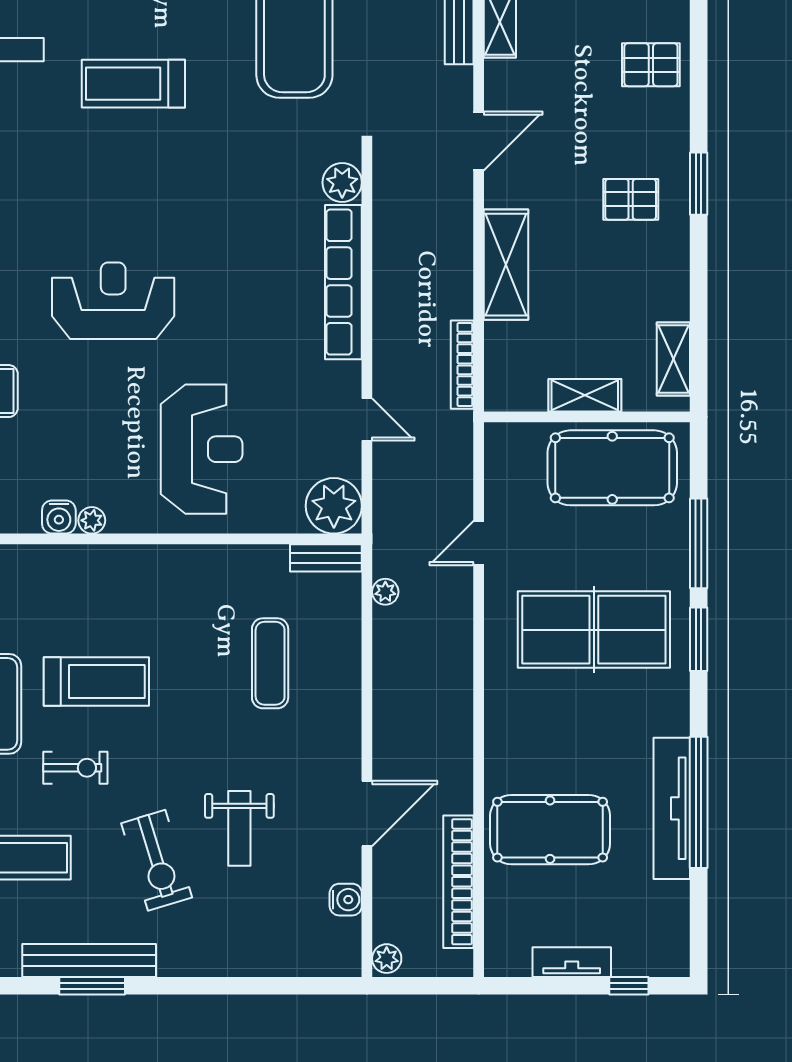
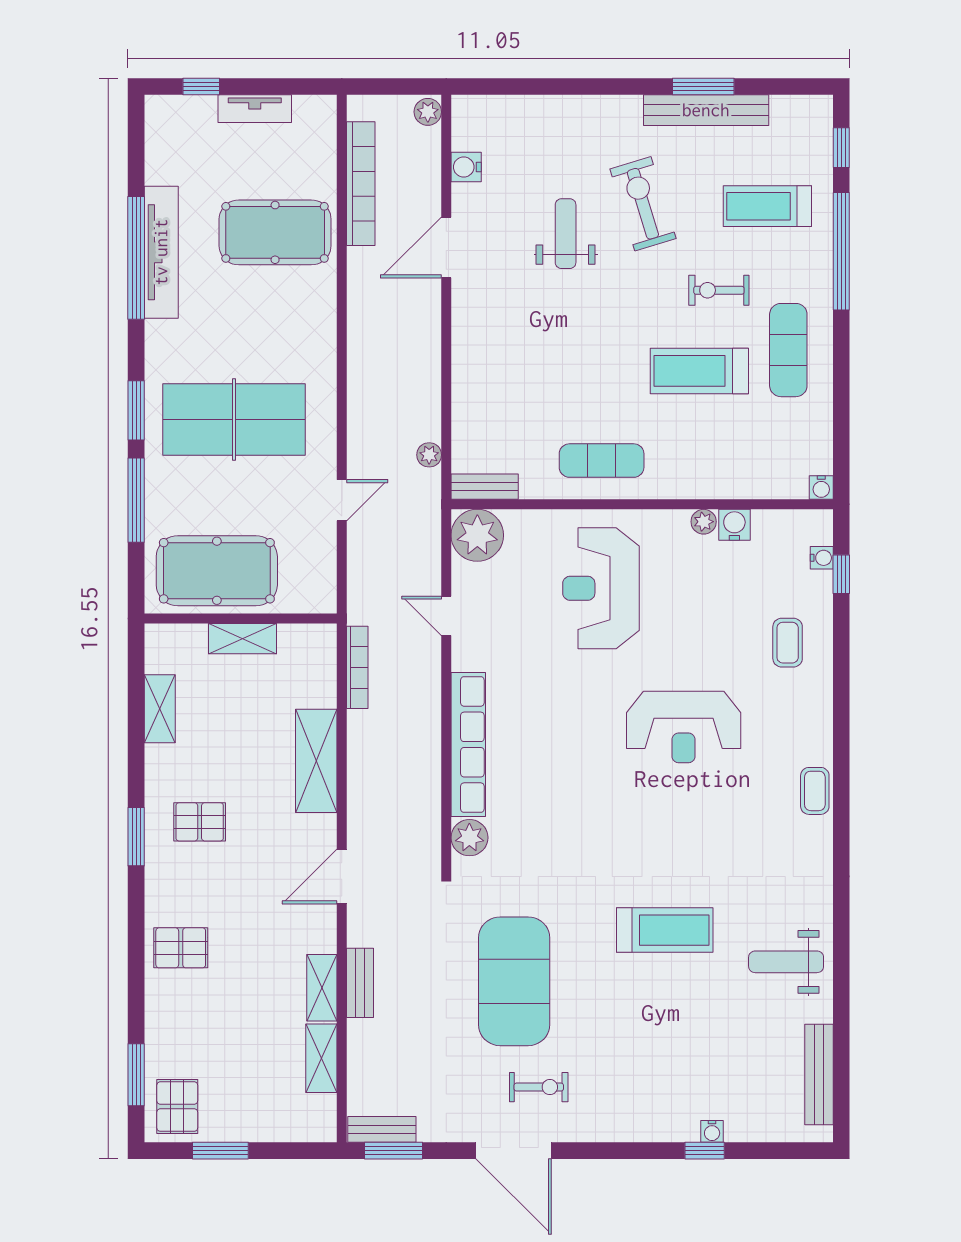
shelving: (673, 359) -> (160, 709), moved
exercise mat: (270, 663) -> (602, 461), moved, turned 90

